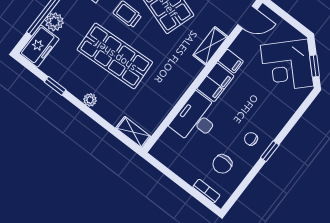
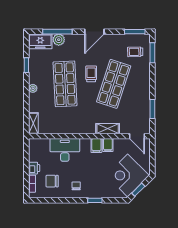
filing cabinet: (215, 82) -> (96, 146), width x0.50
window: (270, 151) -> (95, 200), moved
printer: (189, 174) -> (34, 168), added

